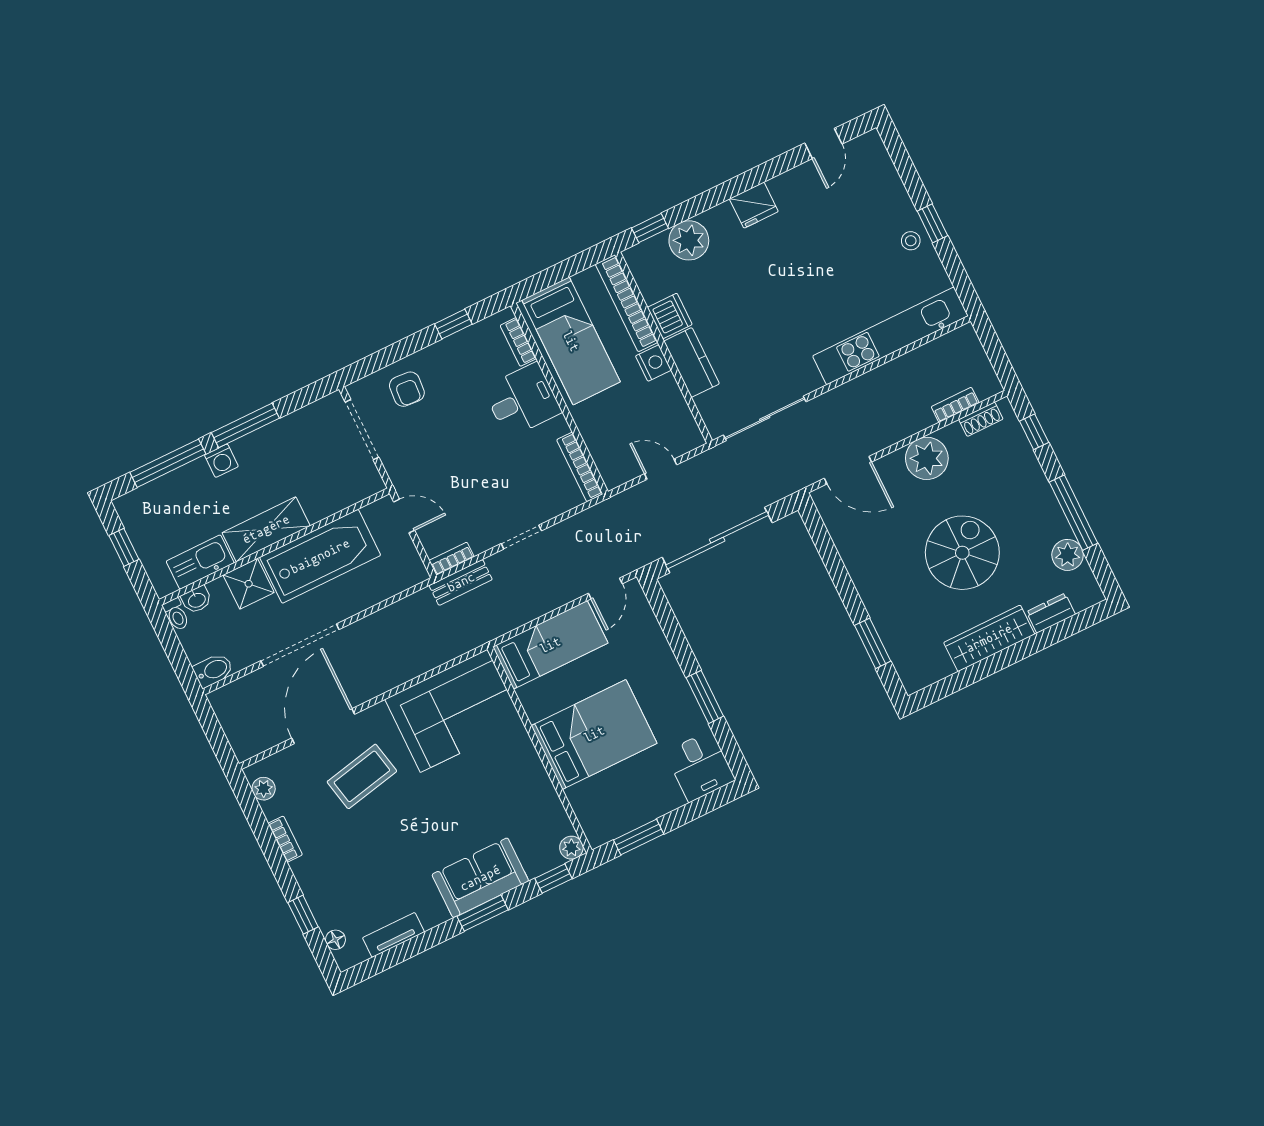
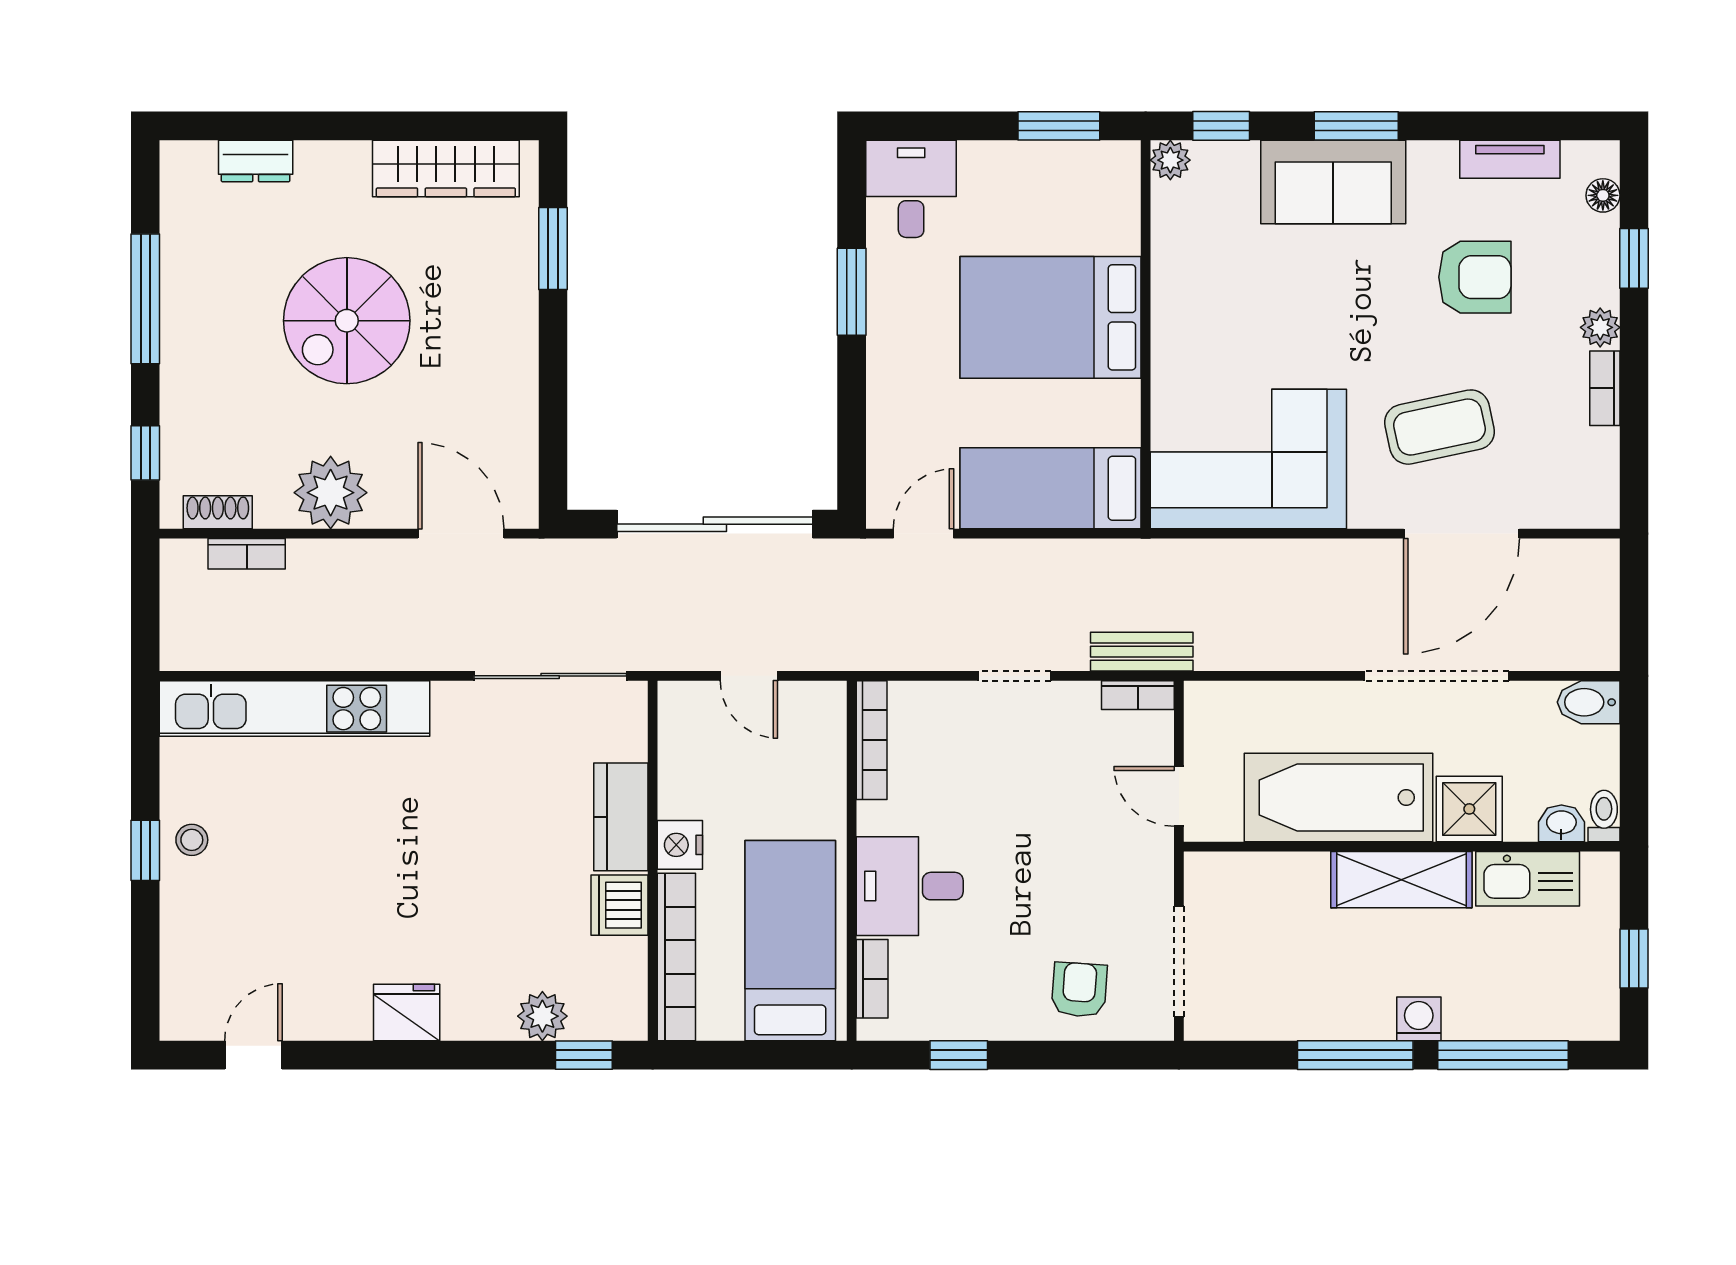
plant: (689, 240) -> (542, 1016), width x0.73, depth x0.73
plant: (1068, 555) -> (186, 238), removed
wardrobe: (989, 638) -> (446, 168), moved
plant: (264, 789) -> (1600, 327), moved
armchair: (382, 864) -> (1475, 277), added

